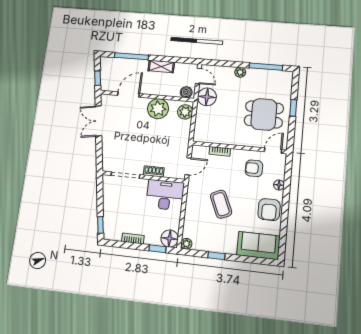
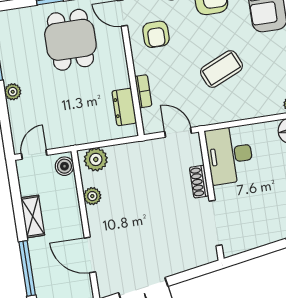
floor lamp: (207, 97) -> (64, 132), removed
plant: (158, 109) -> (92, 196), width x0.53, depth x0.53
dresser: (213, 137) -> (124, 107), added

